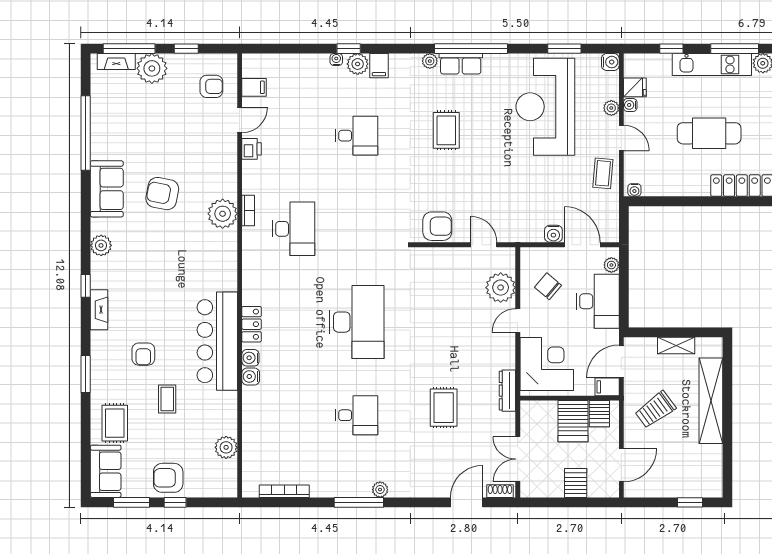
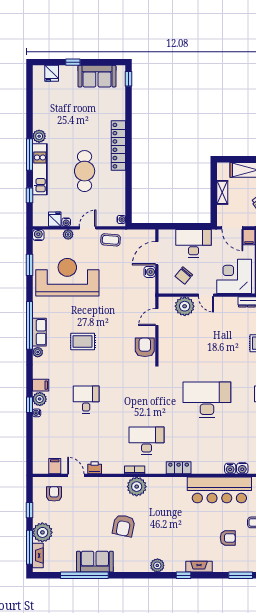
reception desk: (545, 107) -> (67, 277), turned 180
sofa: (107, 189) -> (95, 562), moved
plant: (611, 265) -> (170, 234), removed
locker: (252, 324) -> (179, 468), moved

